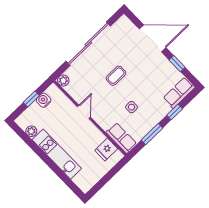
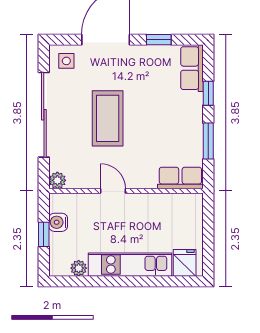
coffee table: (116, 76) -> (108, 118), width x1.86, depth x1.72
side table: (131, 107) -> (66, 61), moved
fridge: (106, 149) -> (185, 263), moved, turned 180

